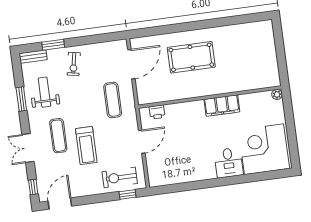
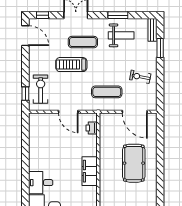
exercise bike: (74, 64) -> (140, 77), moved
filing cabinet: (222, 106) -> (90, 171), moved

